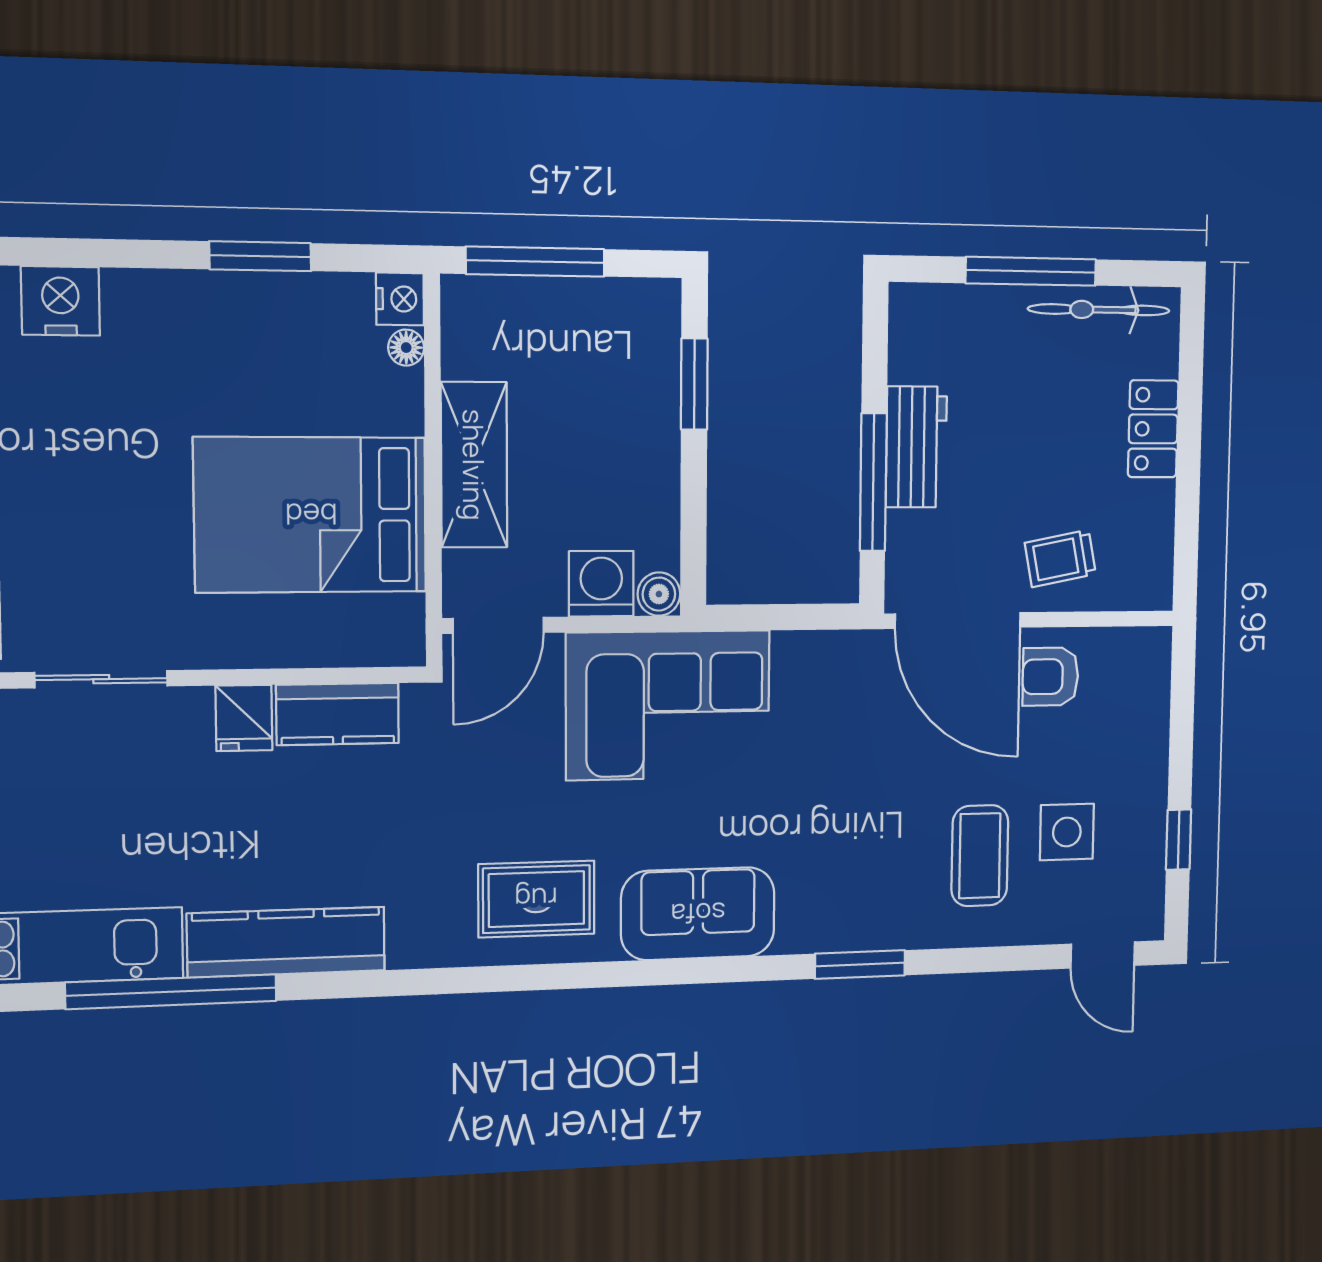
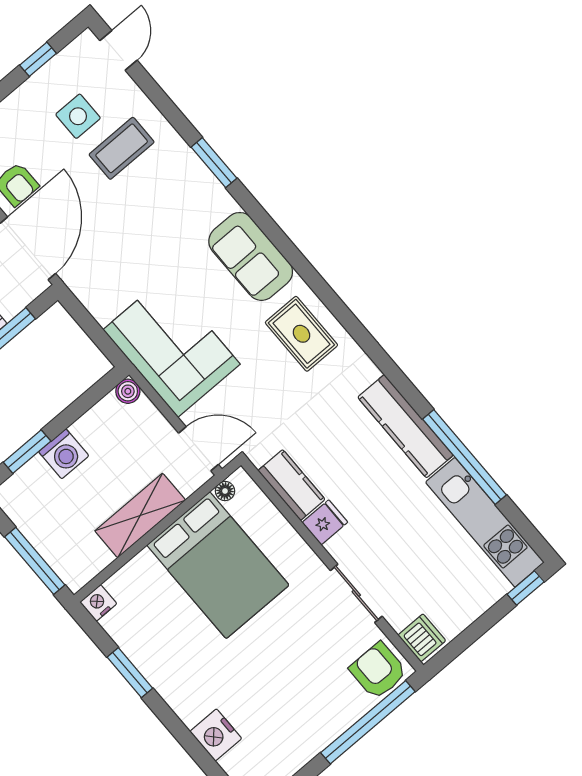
floor lamp: (406, 348) -> (225, 491), moved
washing machine: (601, 584) -> (64, 454), moved, turned -90

